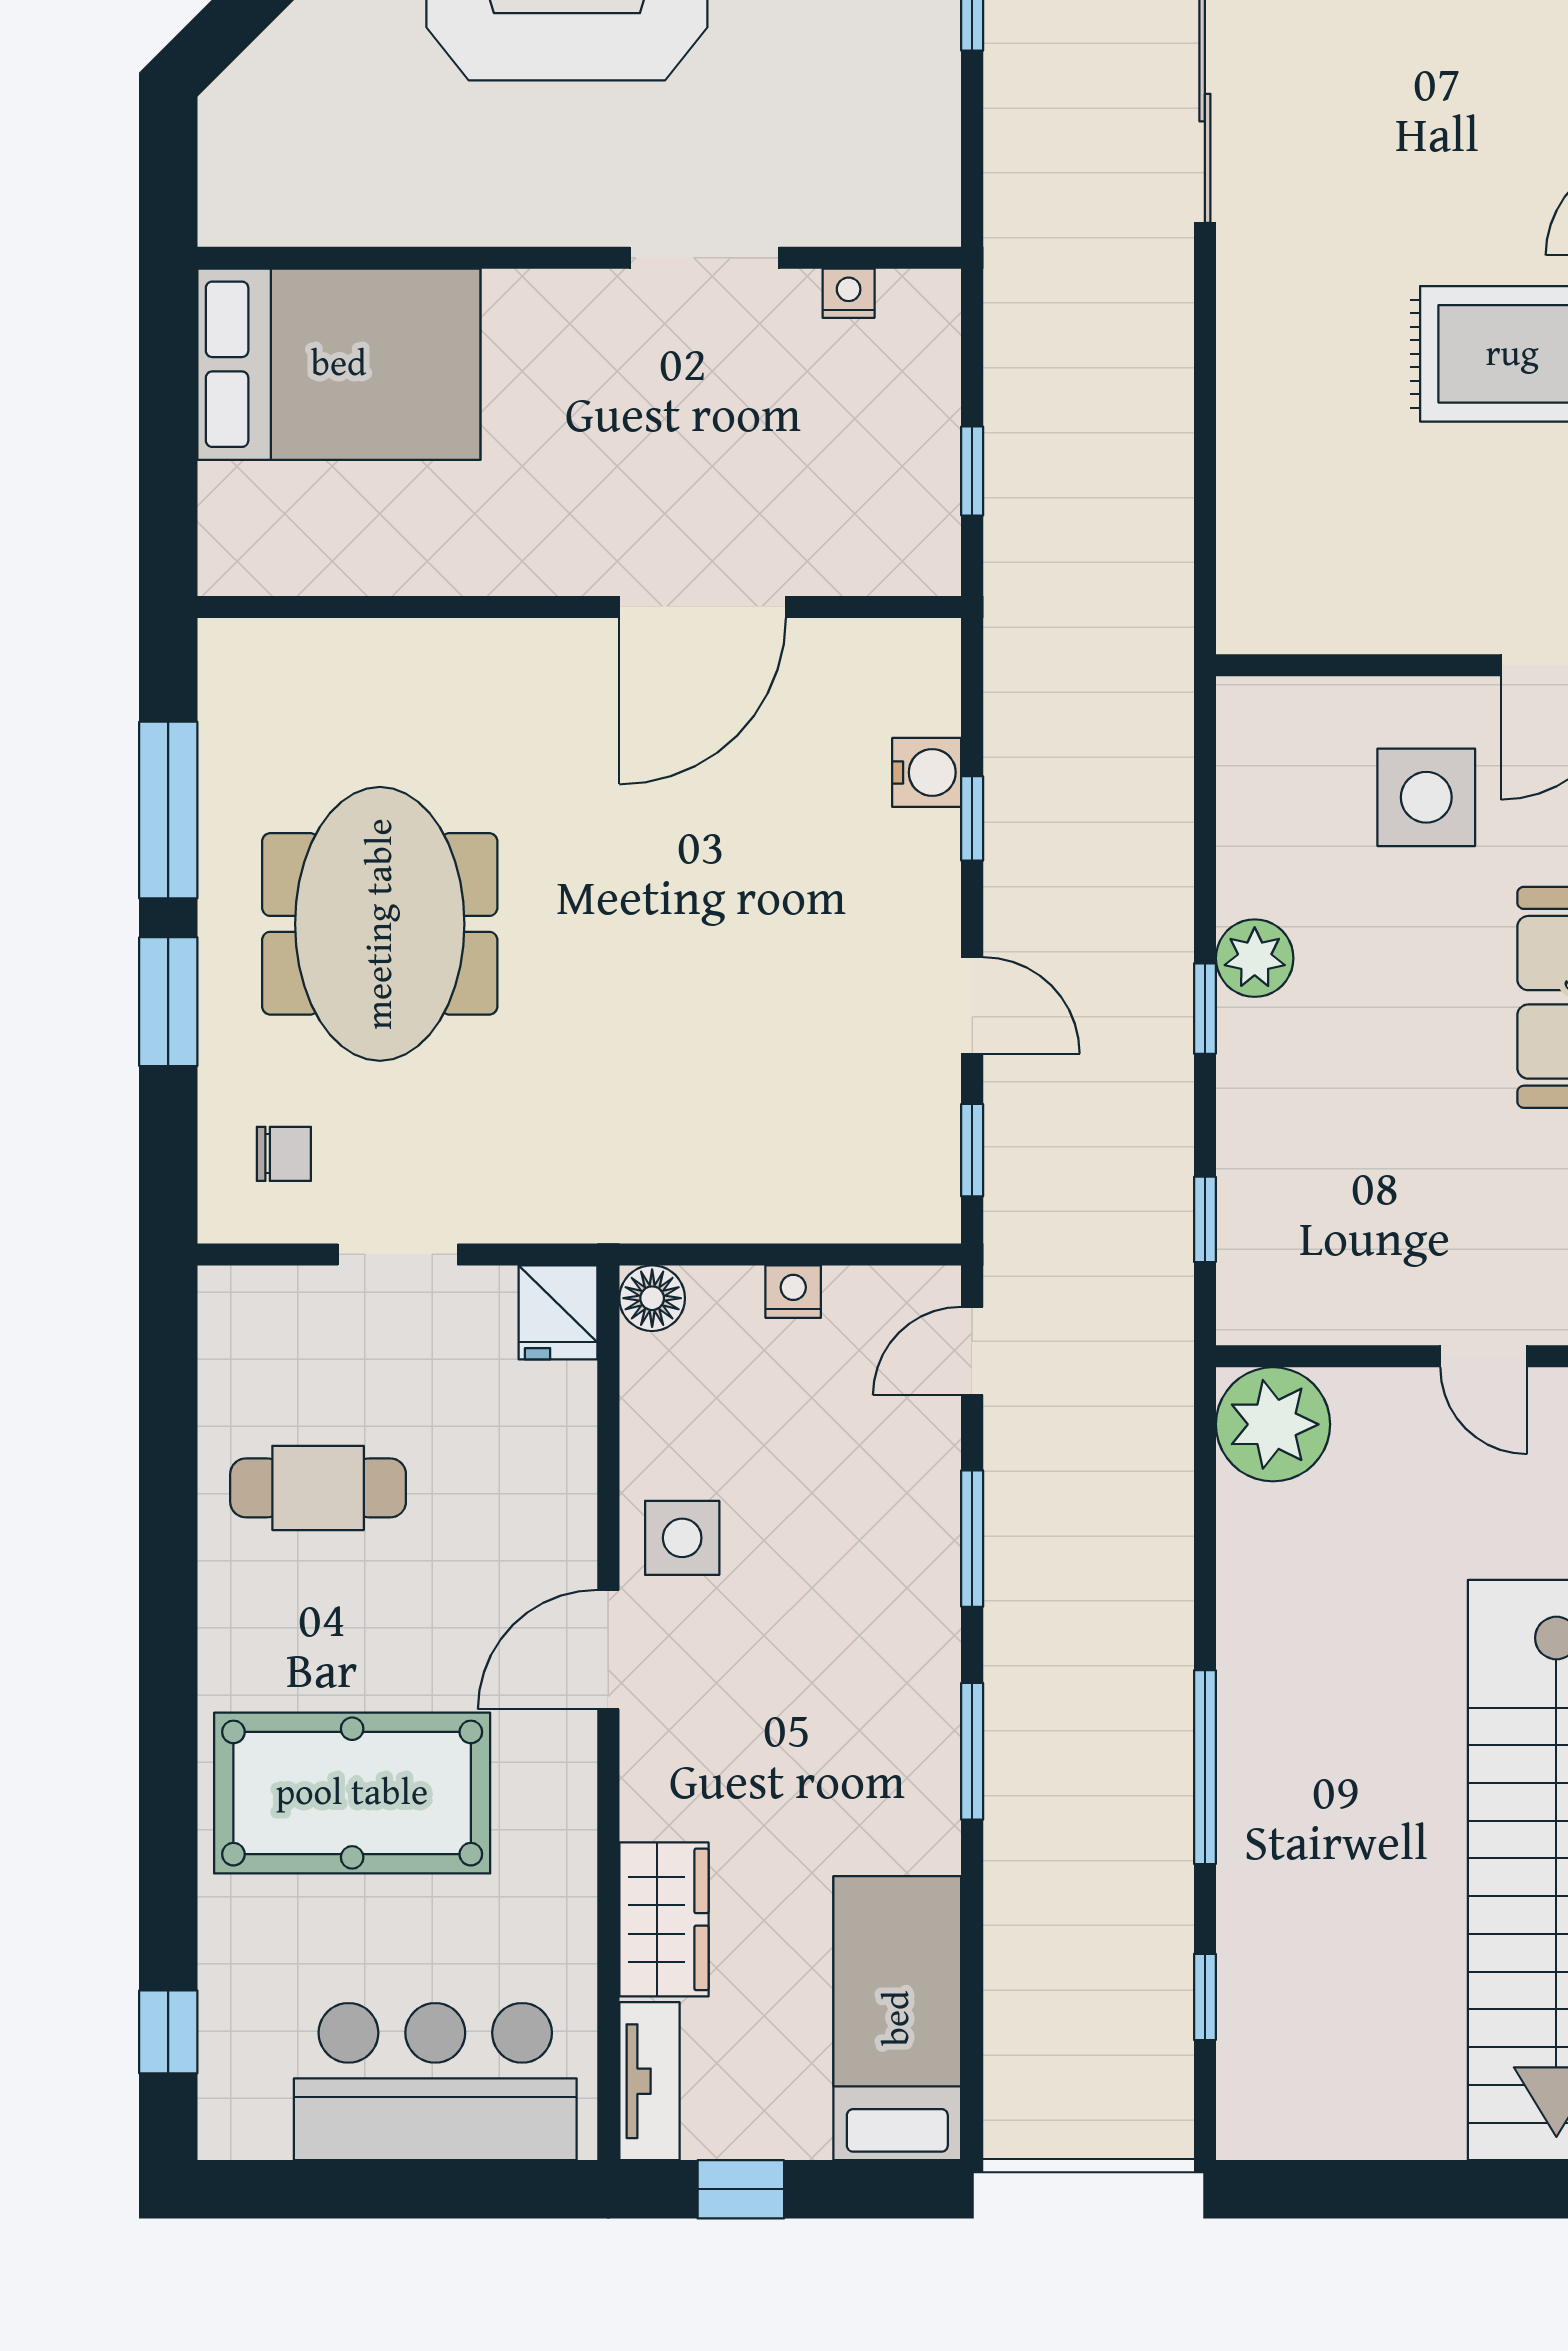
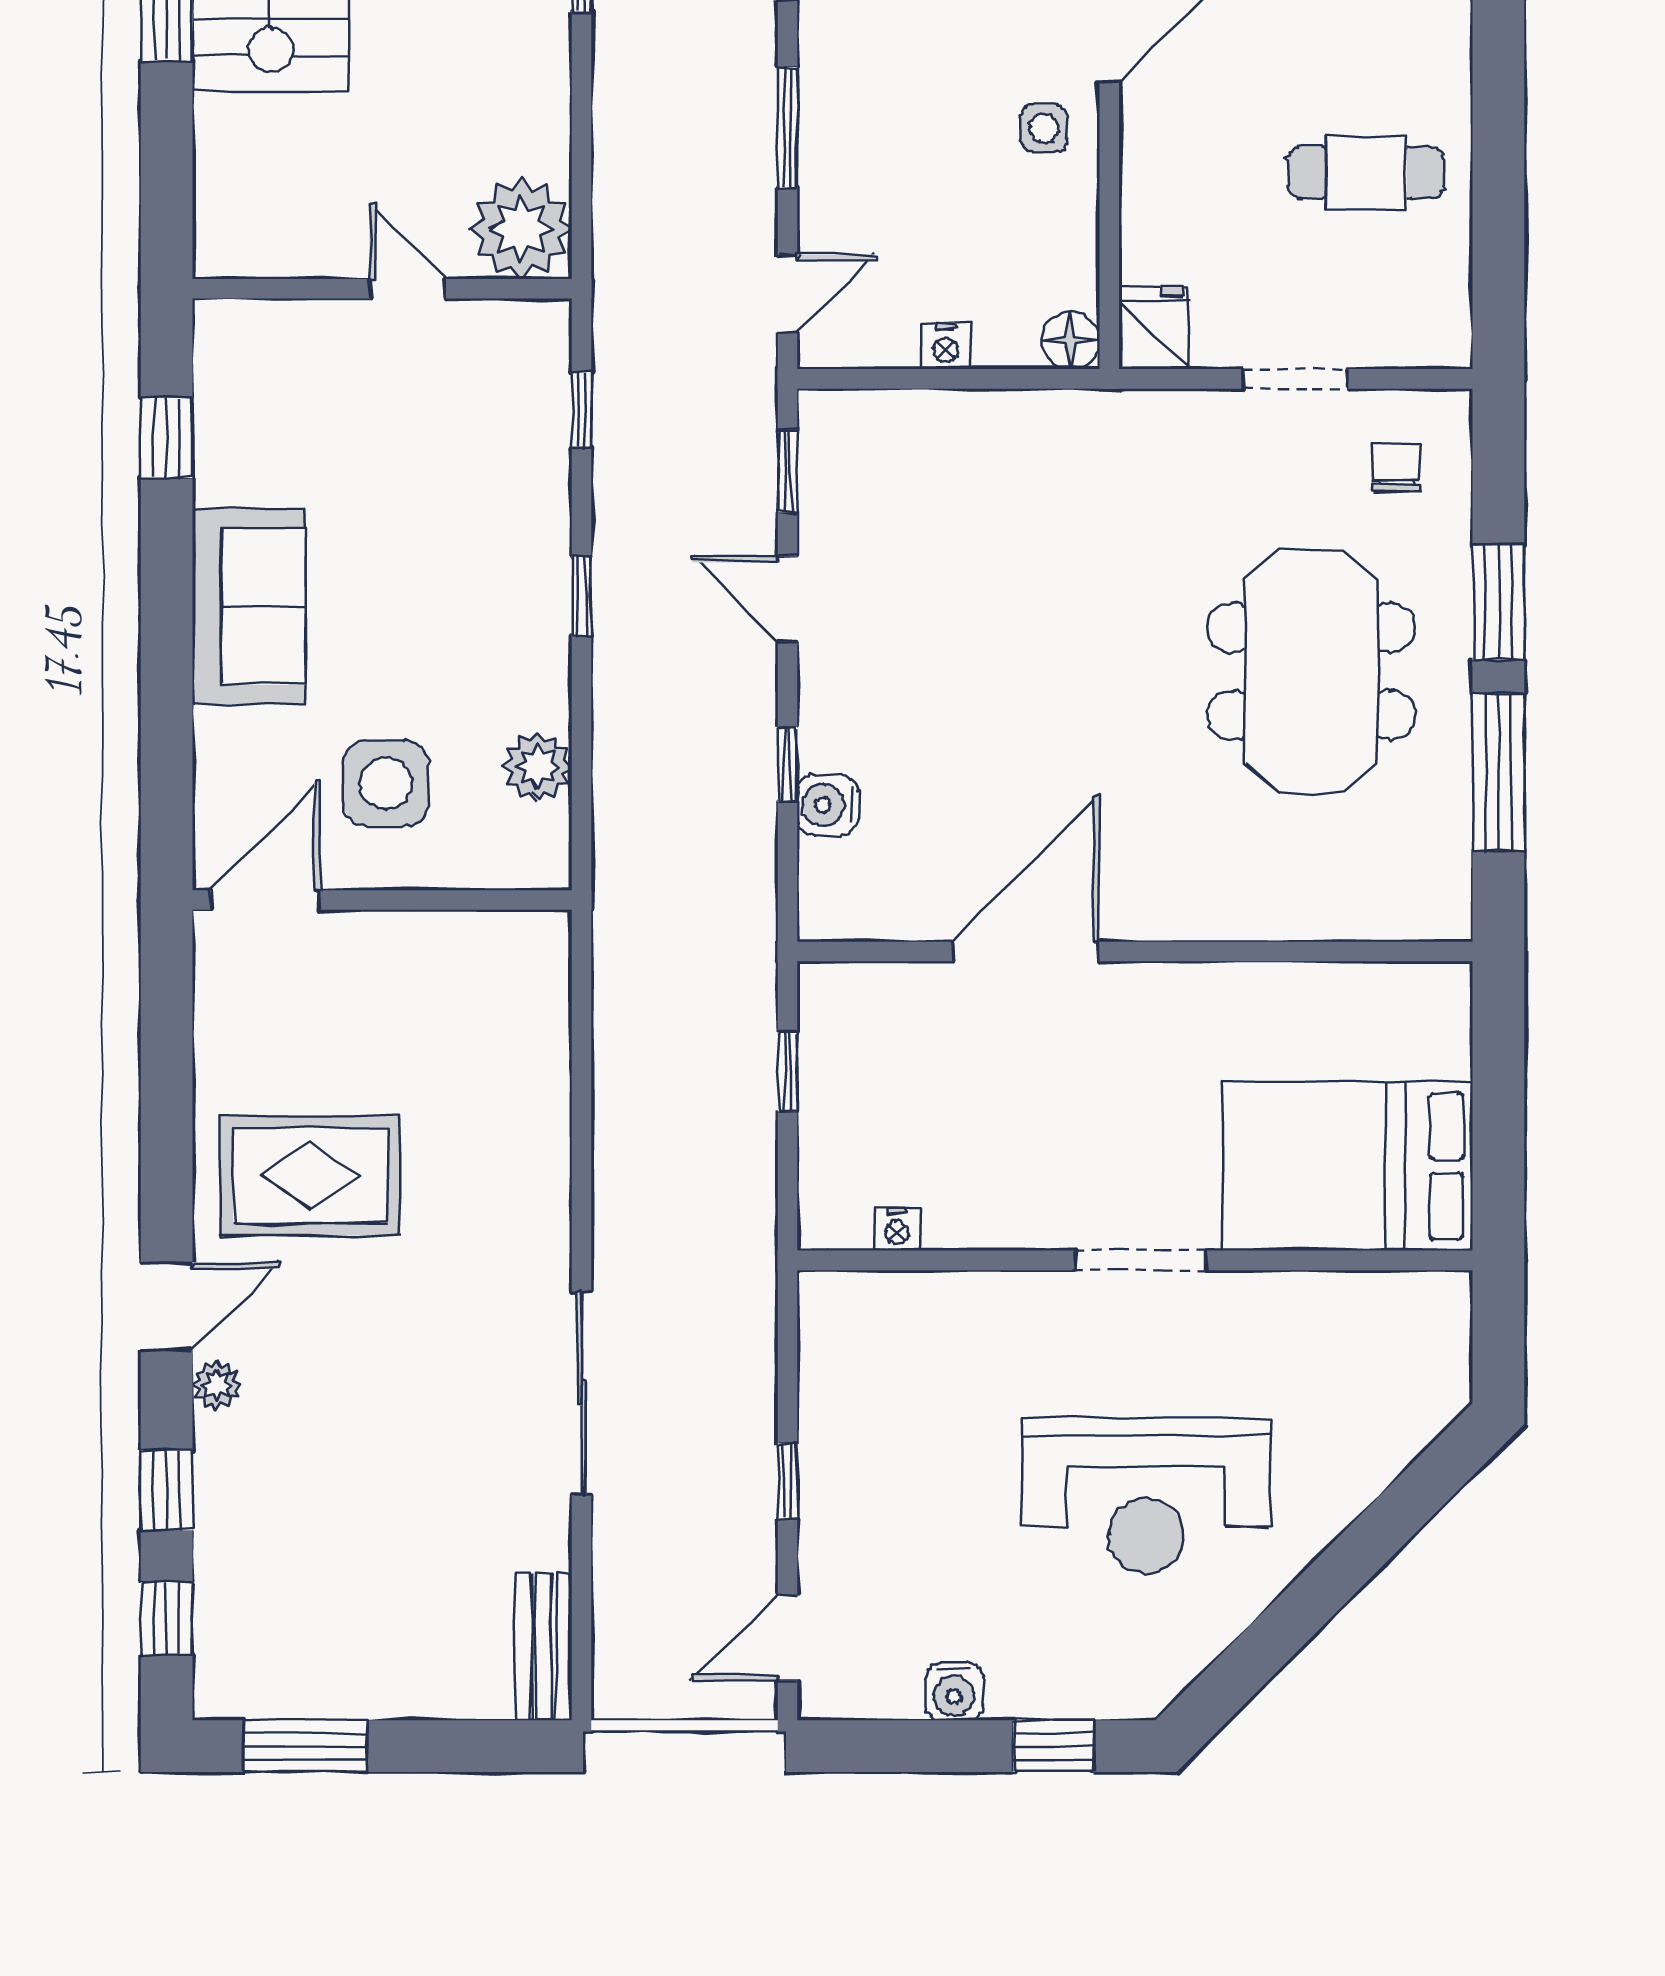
doorway: (704, 258) -> (1141, 1260), moved
plant: (1255, 958) -> (538, 766), moved
chair: (284, 1154) -> (1396, 468), turned 90
door: (1484, 1356) -> (408, 289), moved
side table: (682, 1538) -> (1044, 128), width x0.73, depth x0.73

